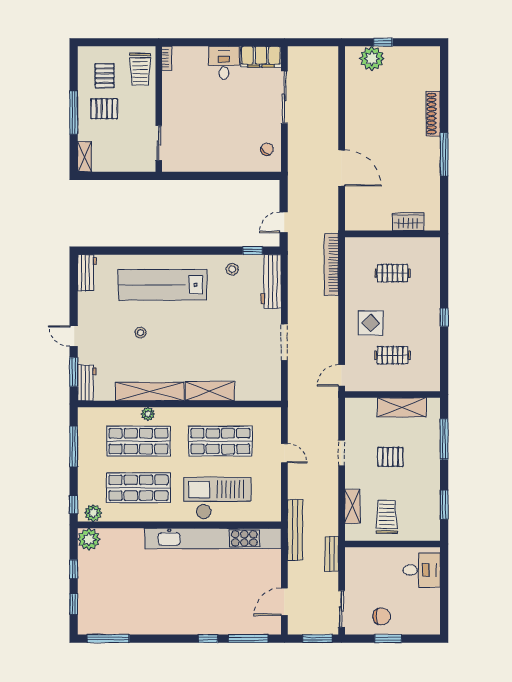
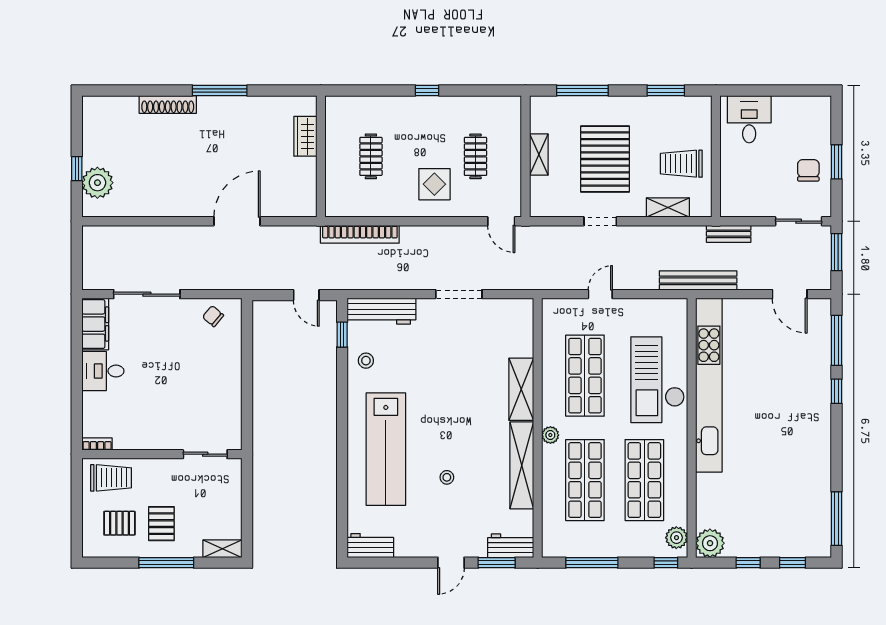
shelving: (402, 407) -> (539, 155), width x0.67, depth x0.75
plant: (148, 414) -> (550, 435), moved
pallet: (390, 457) -> (605, 159), width x2.05, depth x2.00

